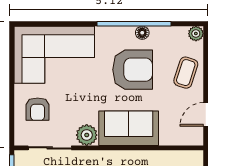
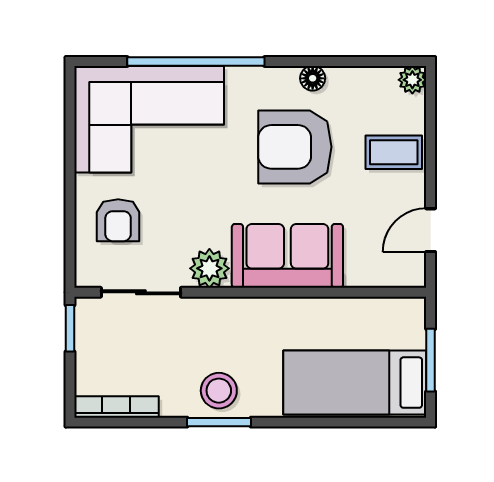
window: (134, 24) -> (196, 62), moved
armchair: (133, 70) -> (295, 147), turned 180
coffee table: (186, 73) -> (394, 152), turned 72

